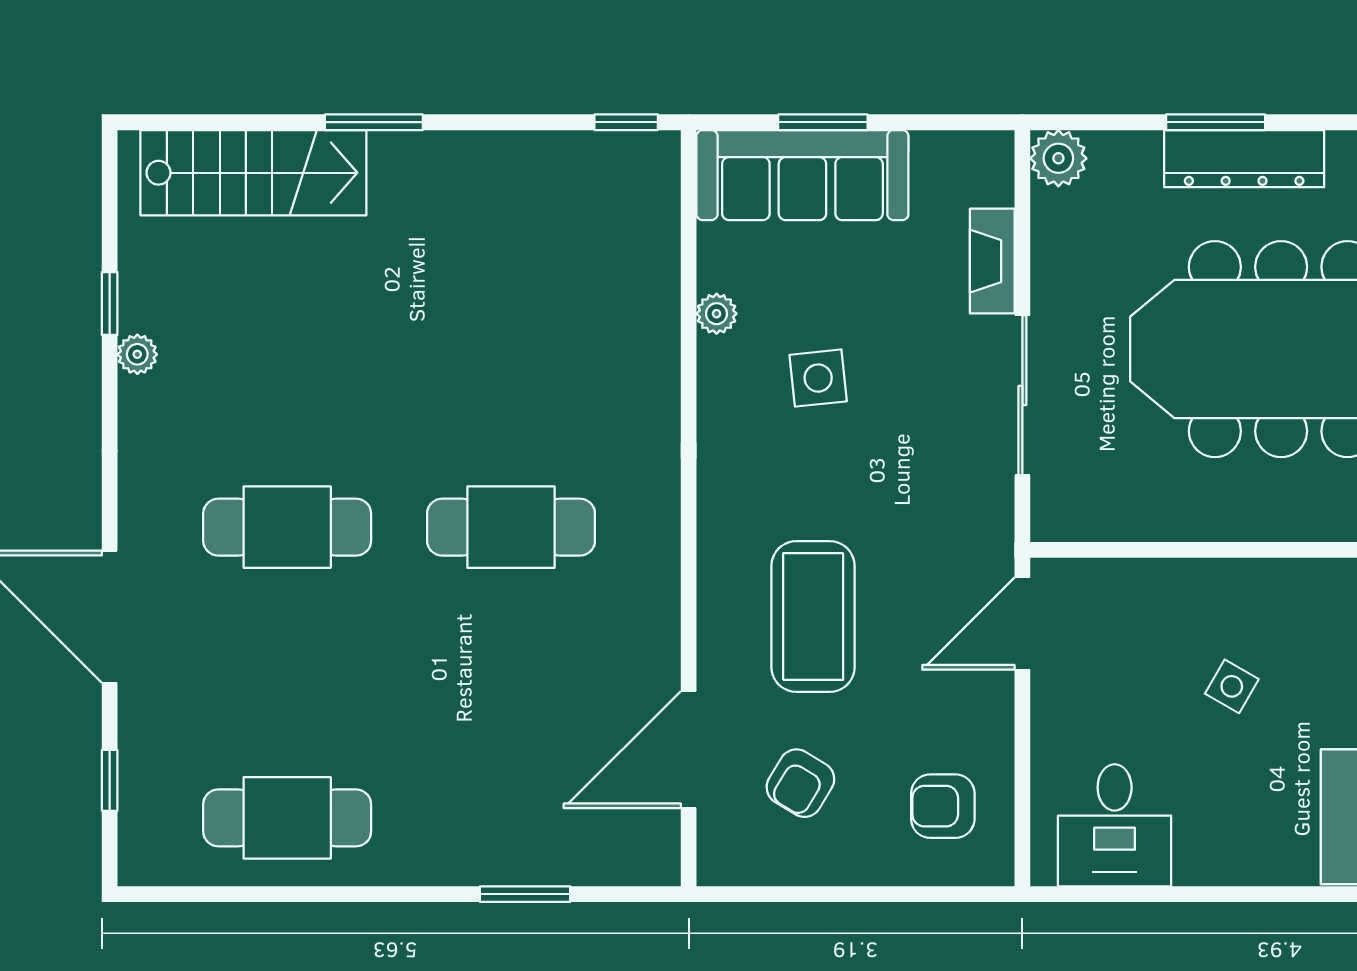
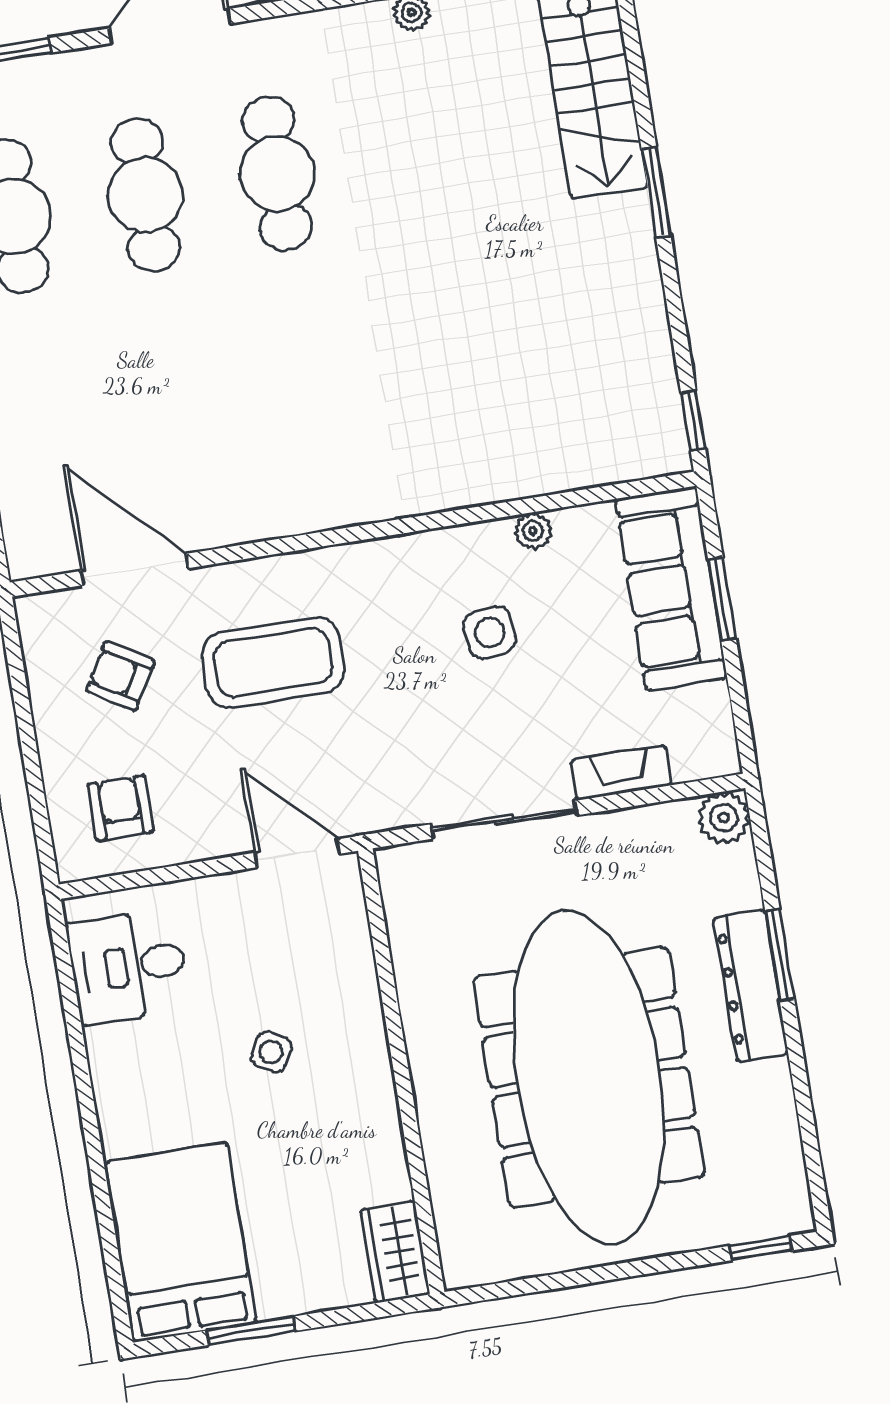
cafe table: (511, 527) -> (145, 195), moved

